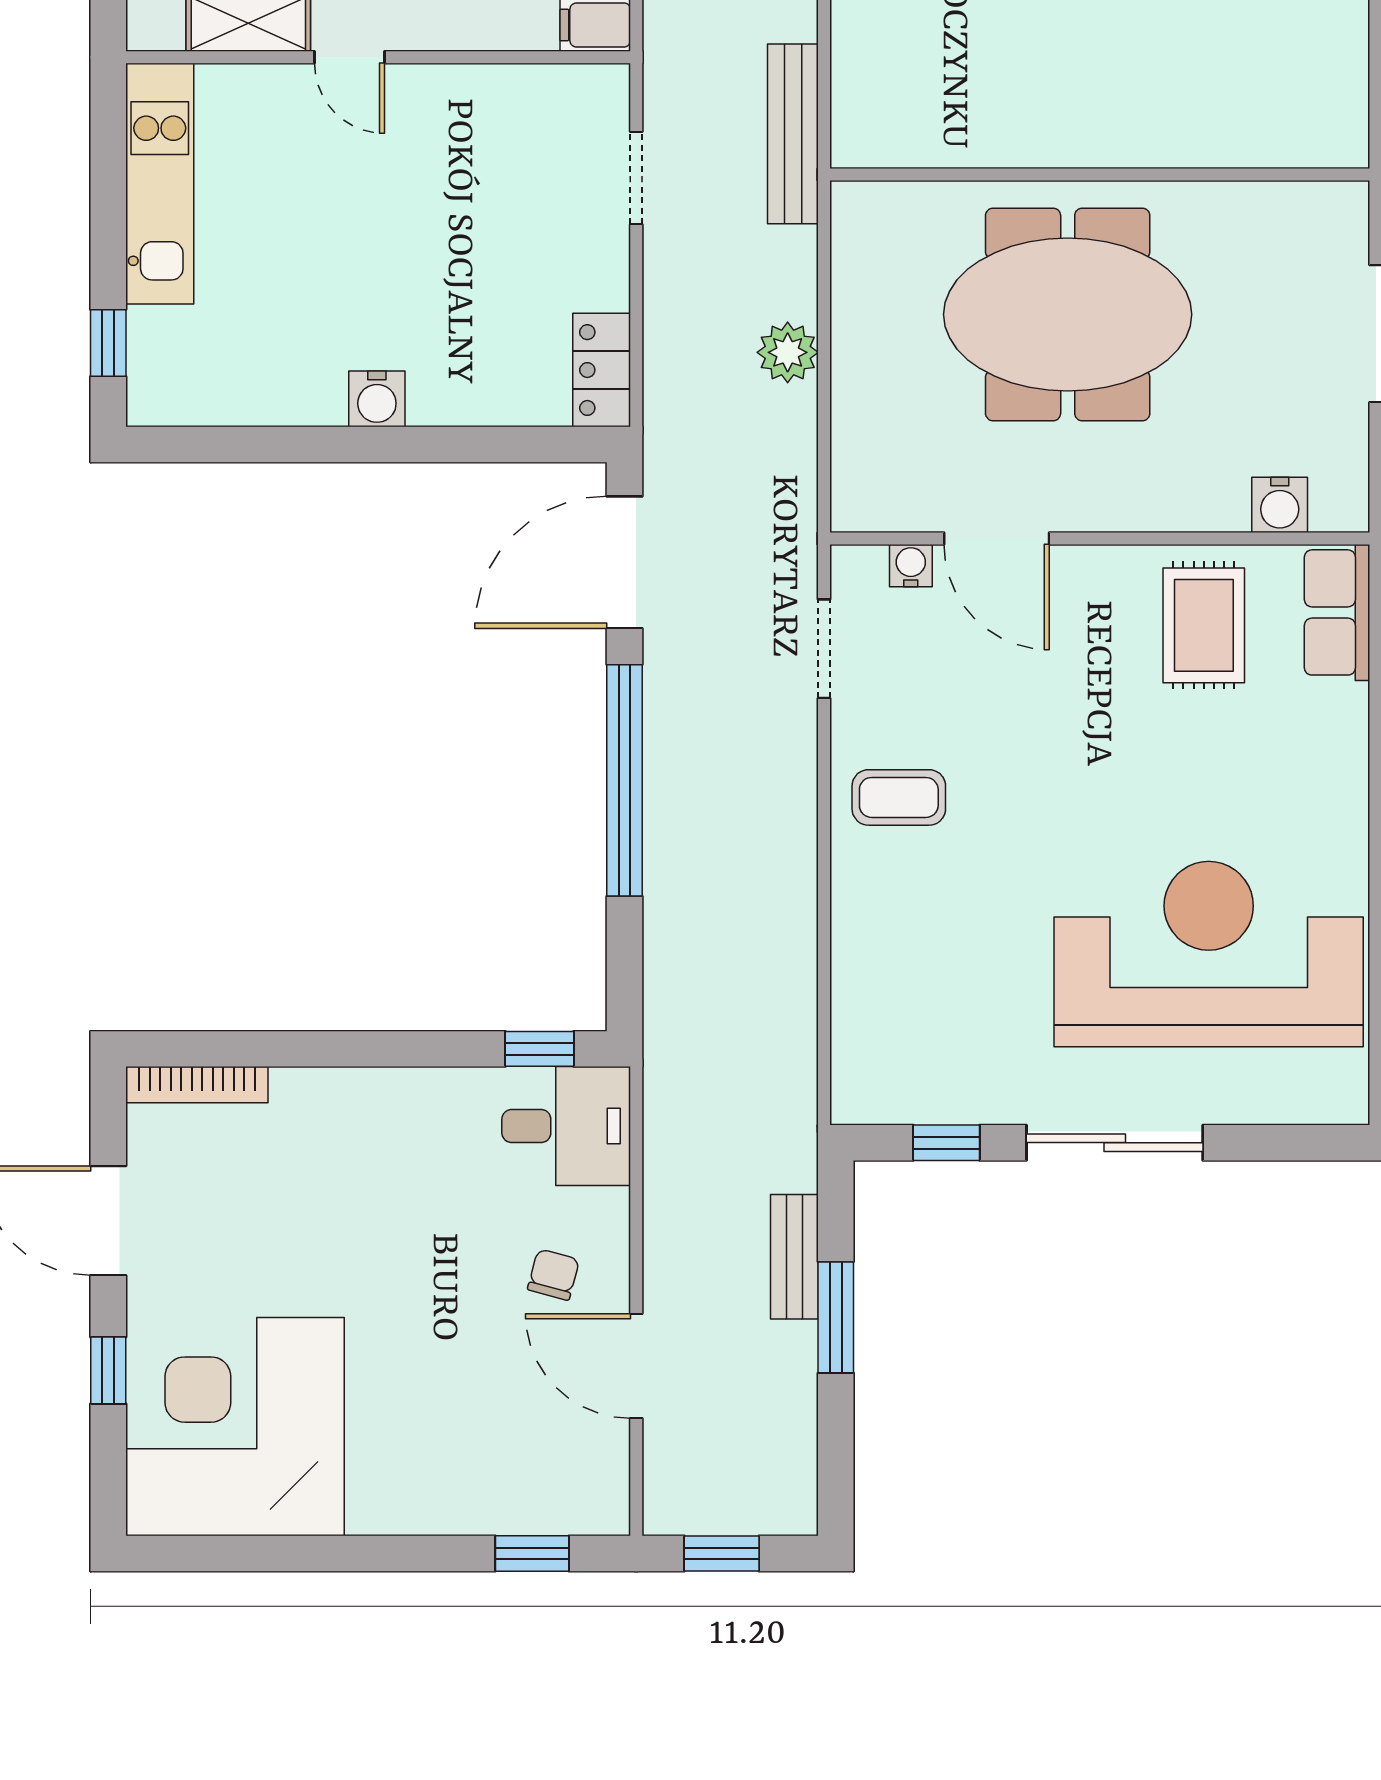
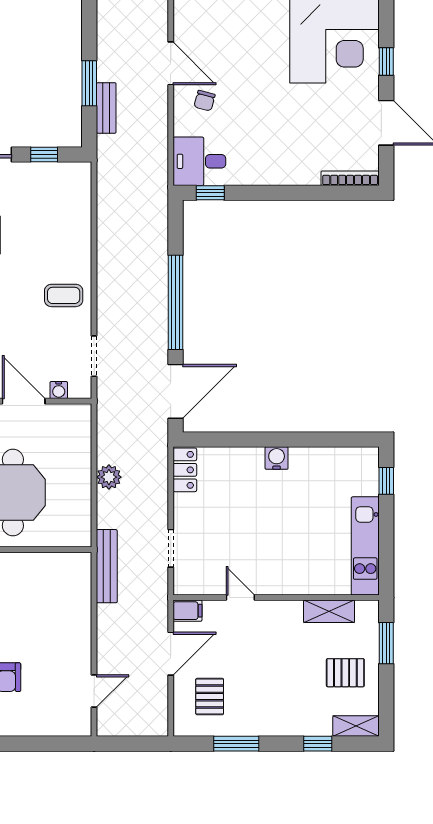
door: (349, 57) -> (240, 598), moved

